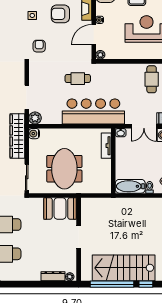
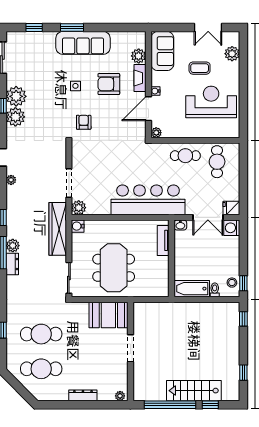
cafe table: (78, 79) -> (185, 156), moved
stairs: (124, 268) -> (194, 391), width x0.73, depth x0.66
dresser: (53, 276) -> (83, 395), moved

